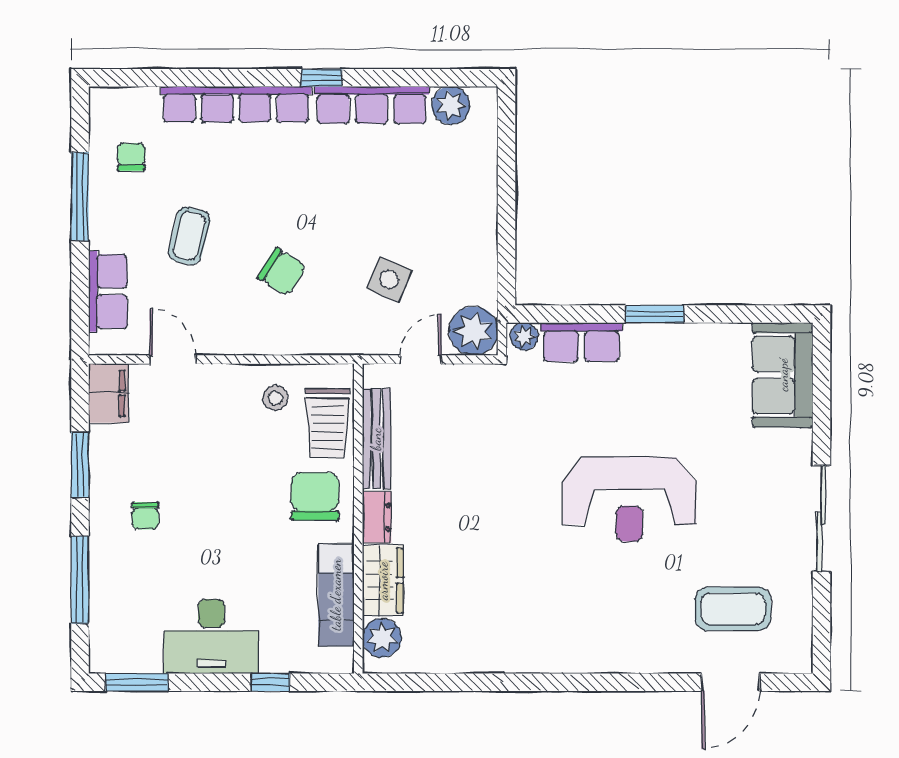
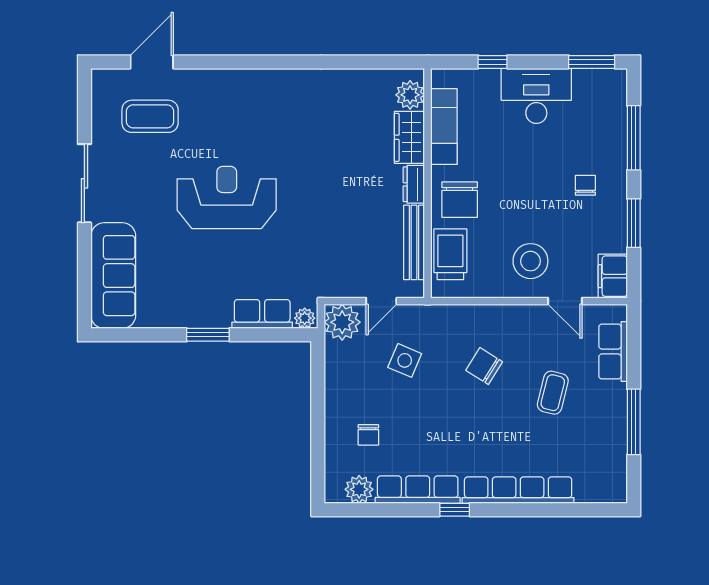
chair: (131, 157) -> (368, 435), moved
sofa: (783, 375) -> (113, 276), width x1.36
stool: (275, 398) -> (530, 261), moved, width x1.89, depth x1.89

